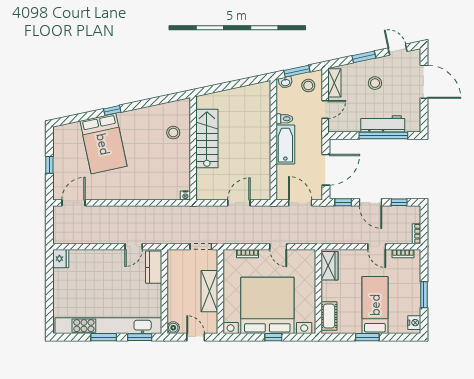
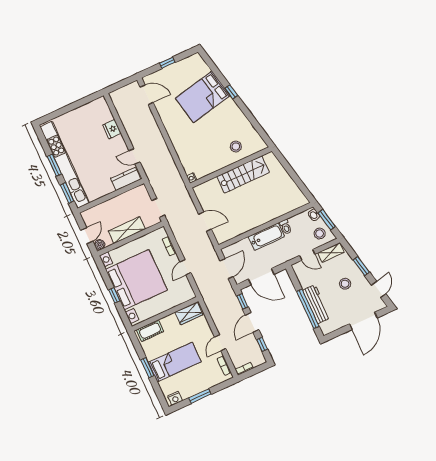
fridge: (61, 259) -> (112, 129), moved, turned 90
boiler: (173, 328) -> (100, 245), moved

